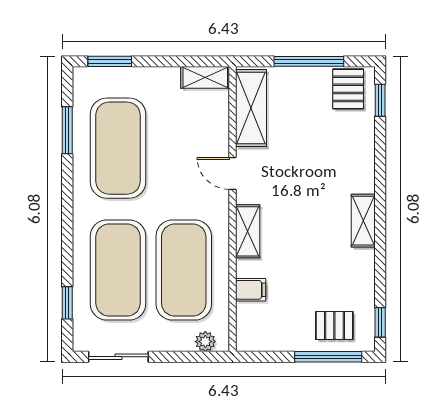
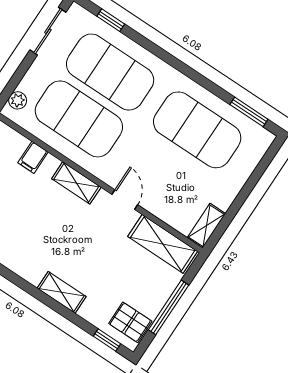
window: (110, 61) -> (263, 165), removed
window: (67, 130) -> (249, 112), moved
door: (232, 173) -> (125, 200), hinge flipped
shelving: (363, 221) -> (62, 292), moved

